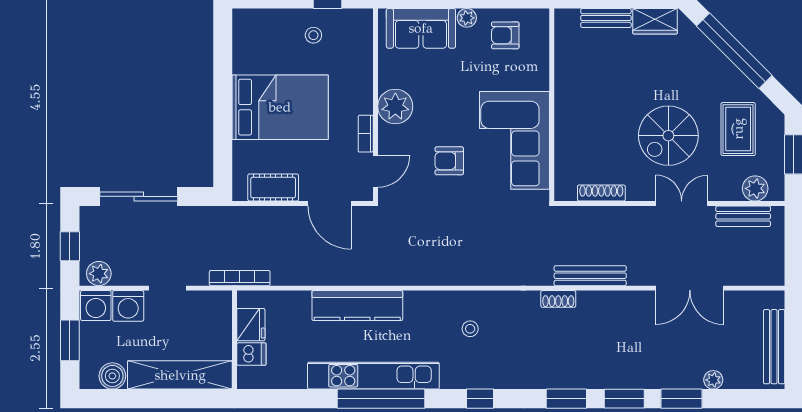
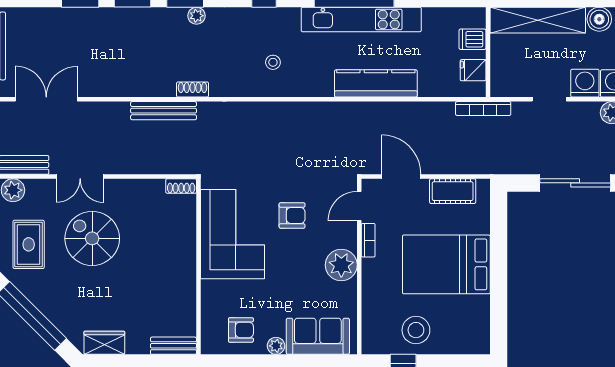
bench: (606, 18) -> (173, 346), moved
stool: (313, 35) -> (416, 330), width x1.89, depth x1.89
spiral stairs: (668, 136) -> (92, 238), turned -90
shoe rack: (601, 193) -> (181, 186), moved, width x0.70
double door: (690, 288) -> (46, 99), moved
fridge: (251, 325) -> (473, 70), width x0.72
plant: (713, 380) -> (197, 16), moved

